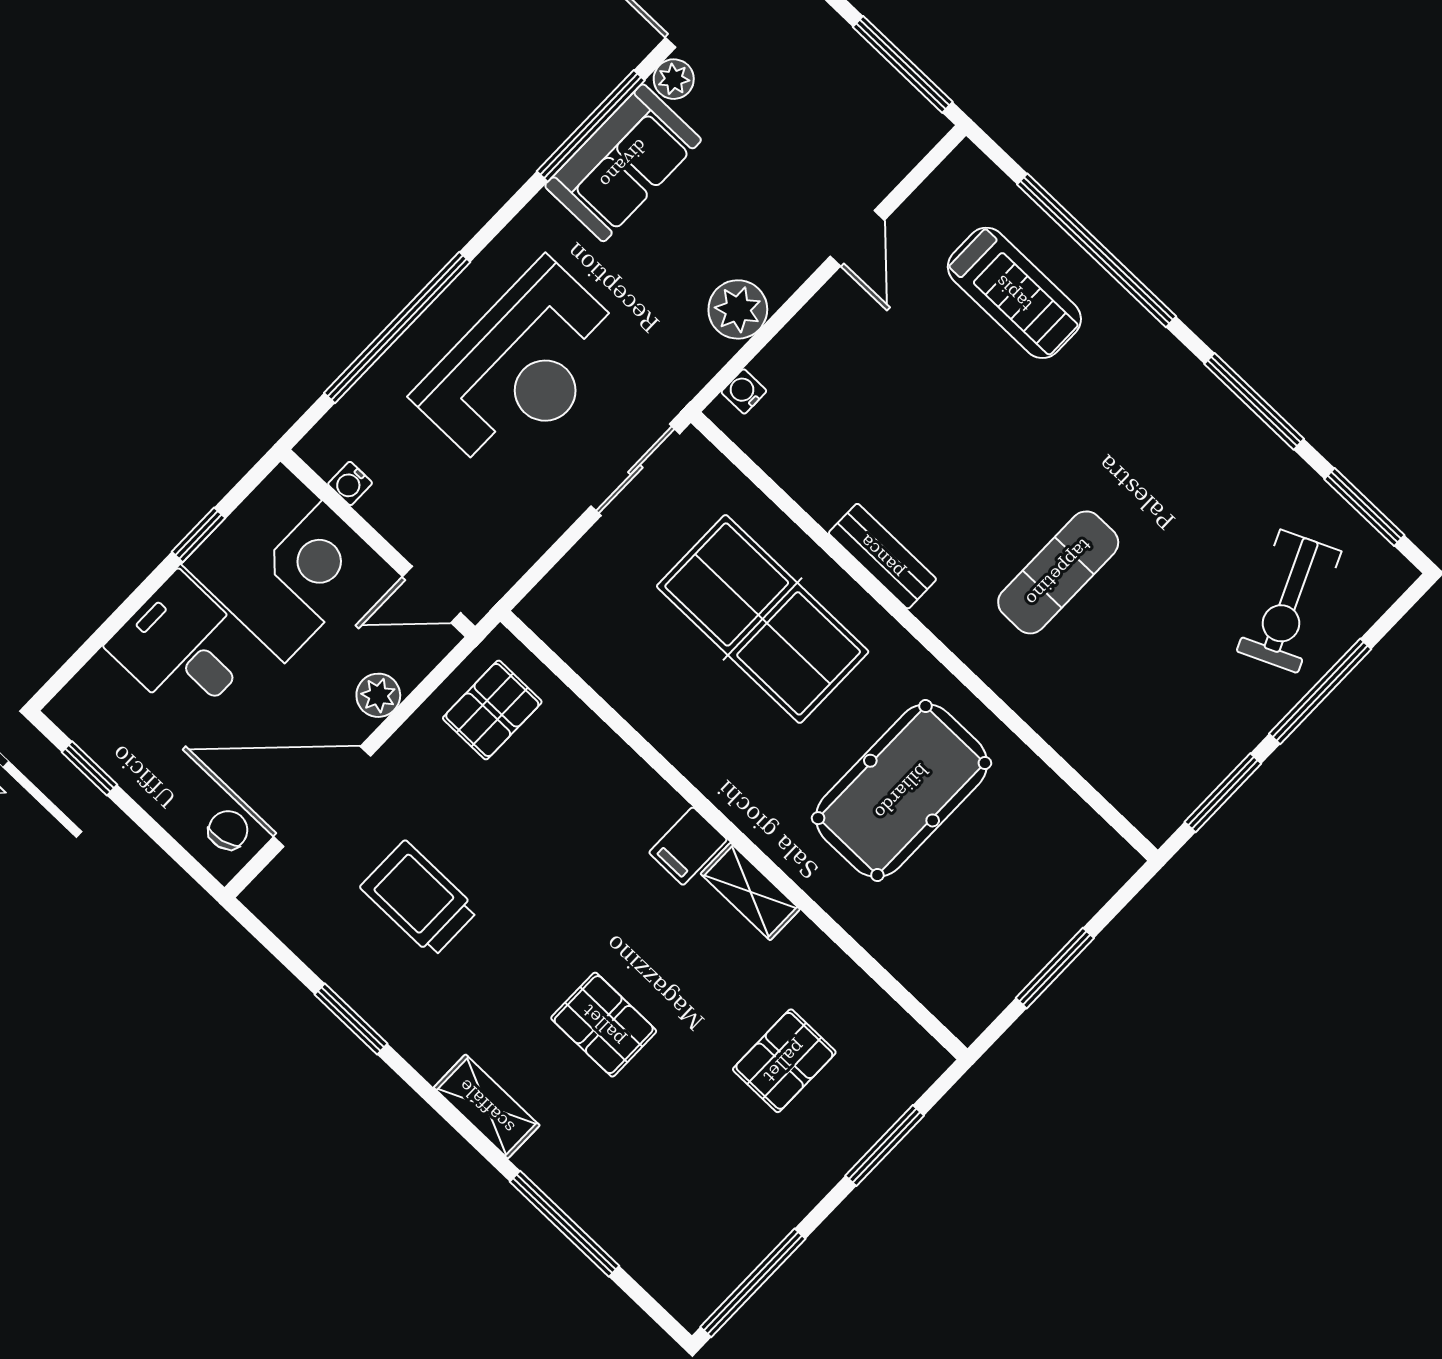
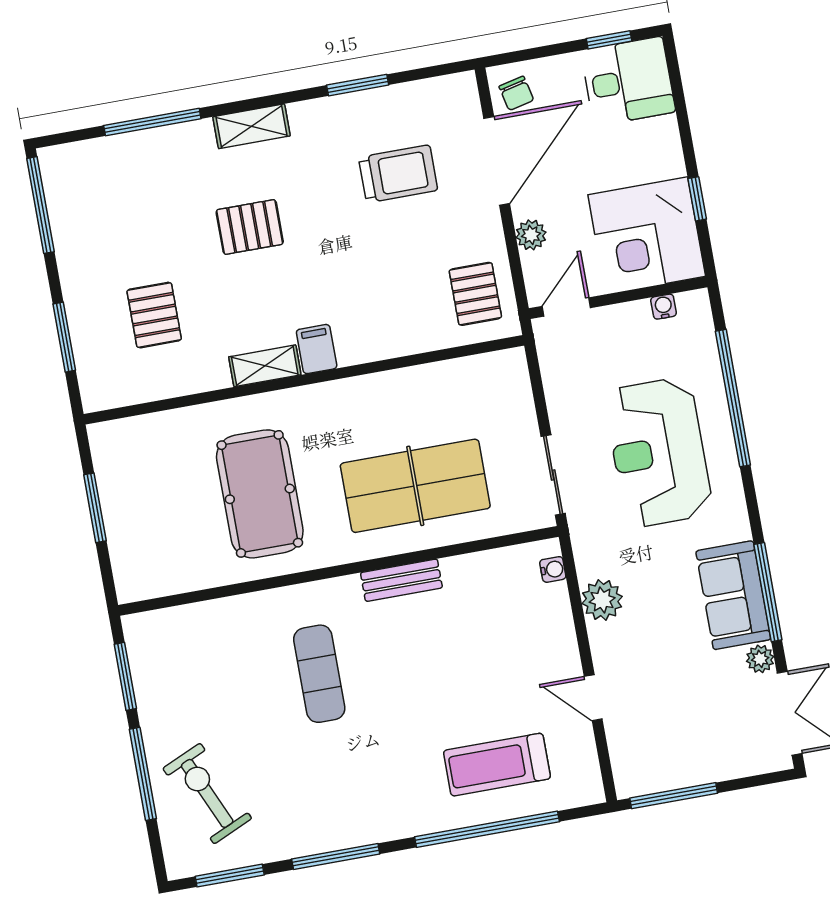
desk: (183, 648) -> (628, 81), moved

